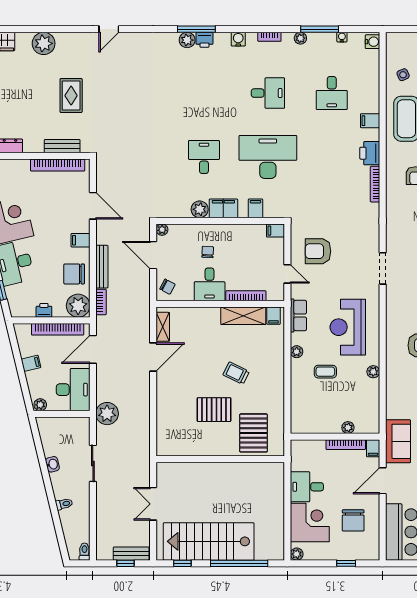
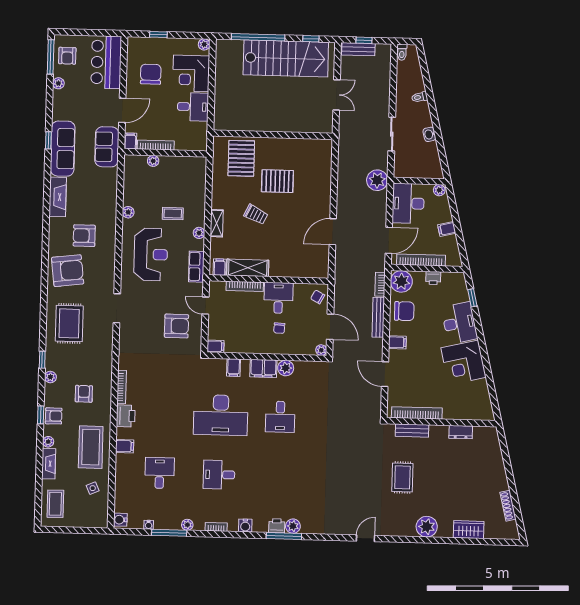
shelving: (163, 327) -> (217, 223), moved

